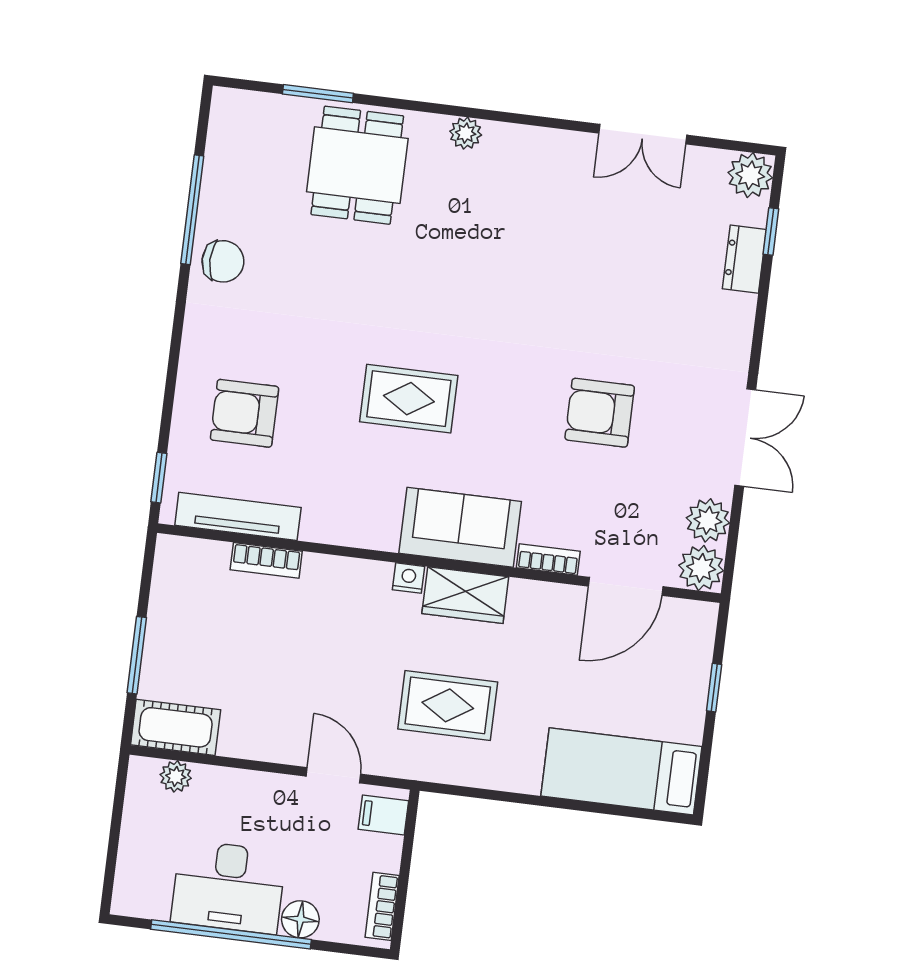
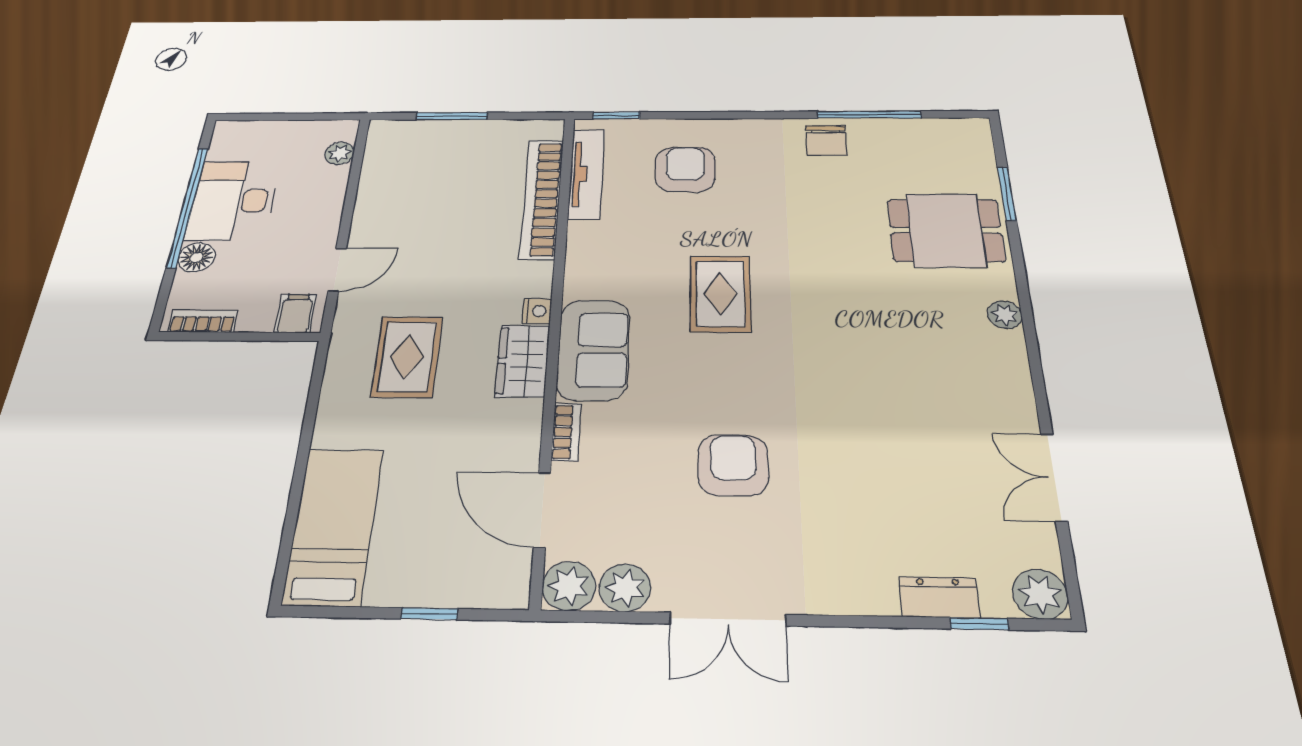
bookcase: (266, 560) -> (542, 198), width x2.31, depth x1.31
cot: (176, 727) -> (385, 149), removed

